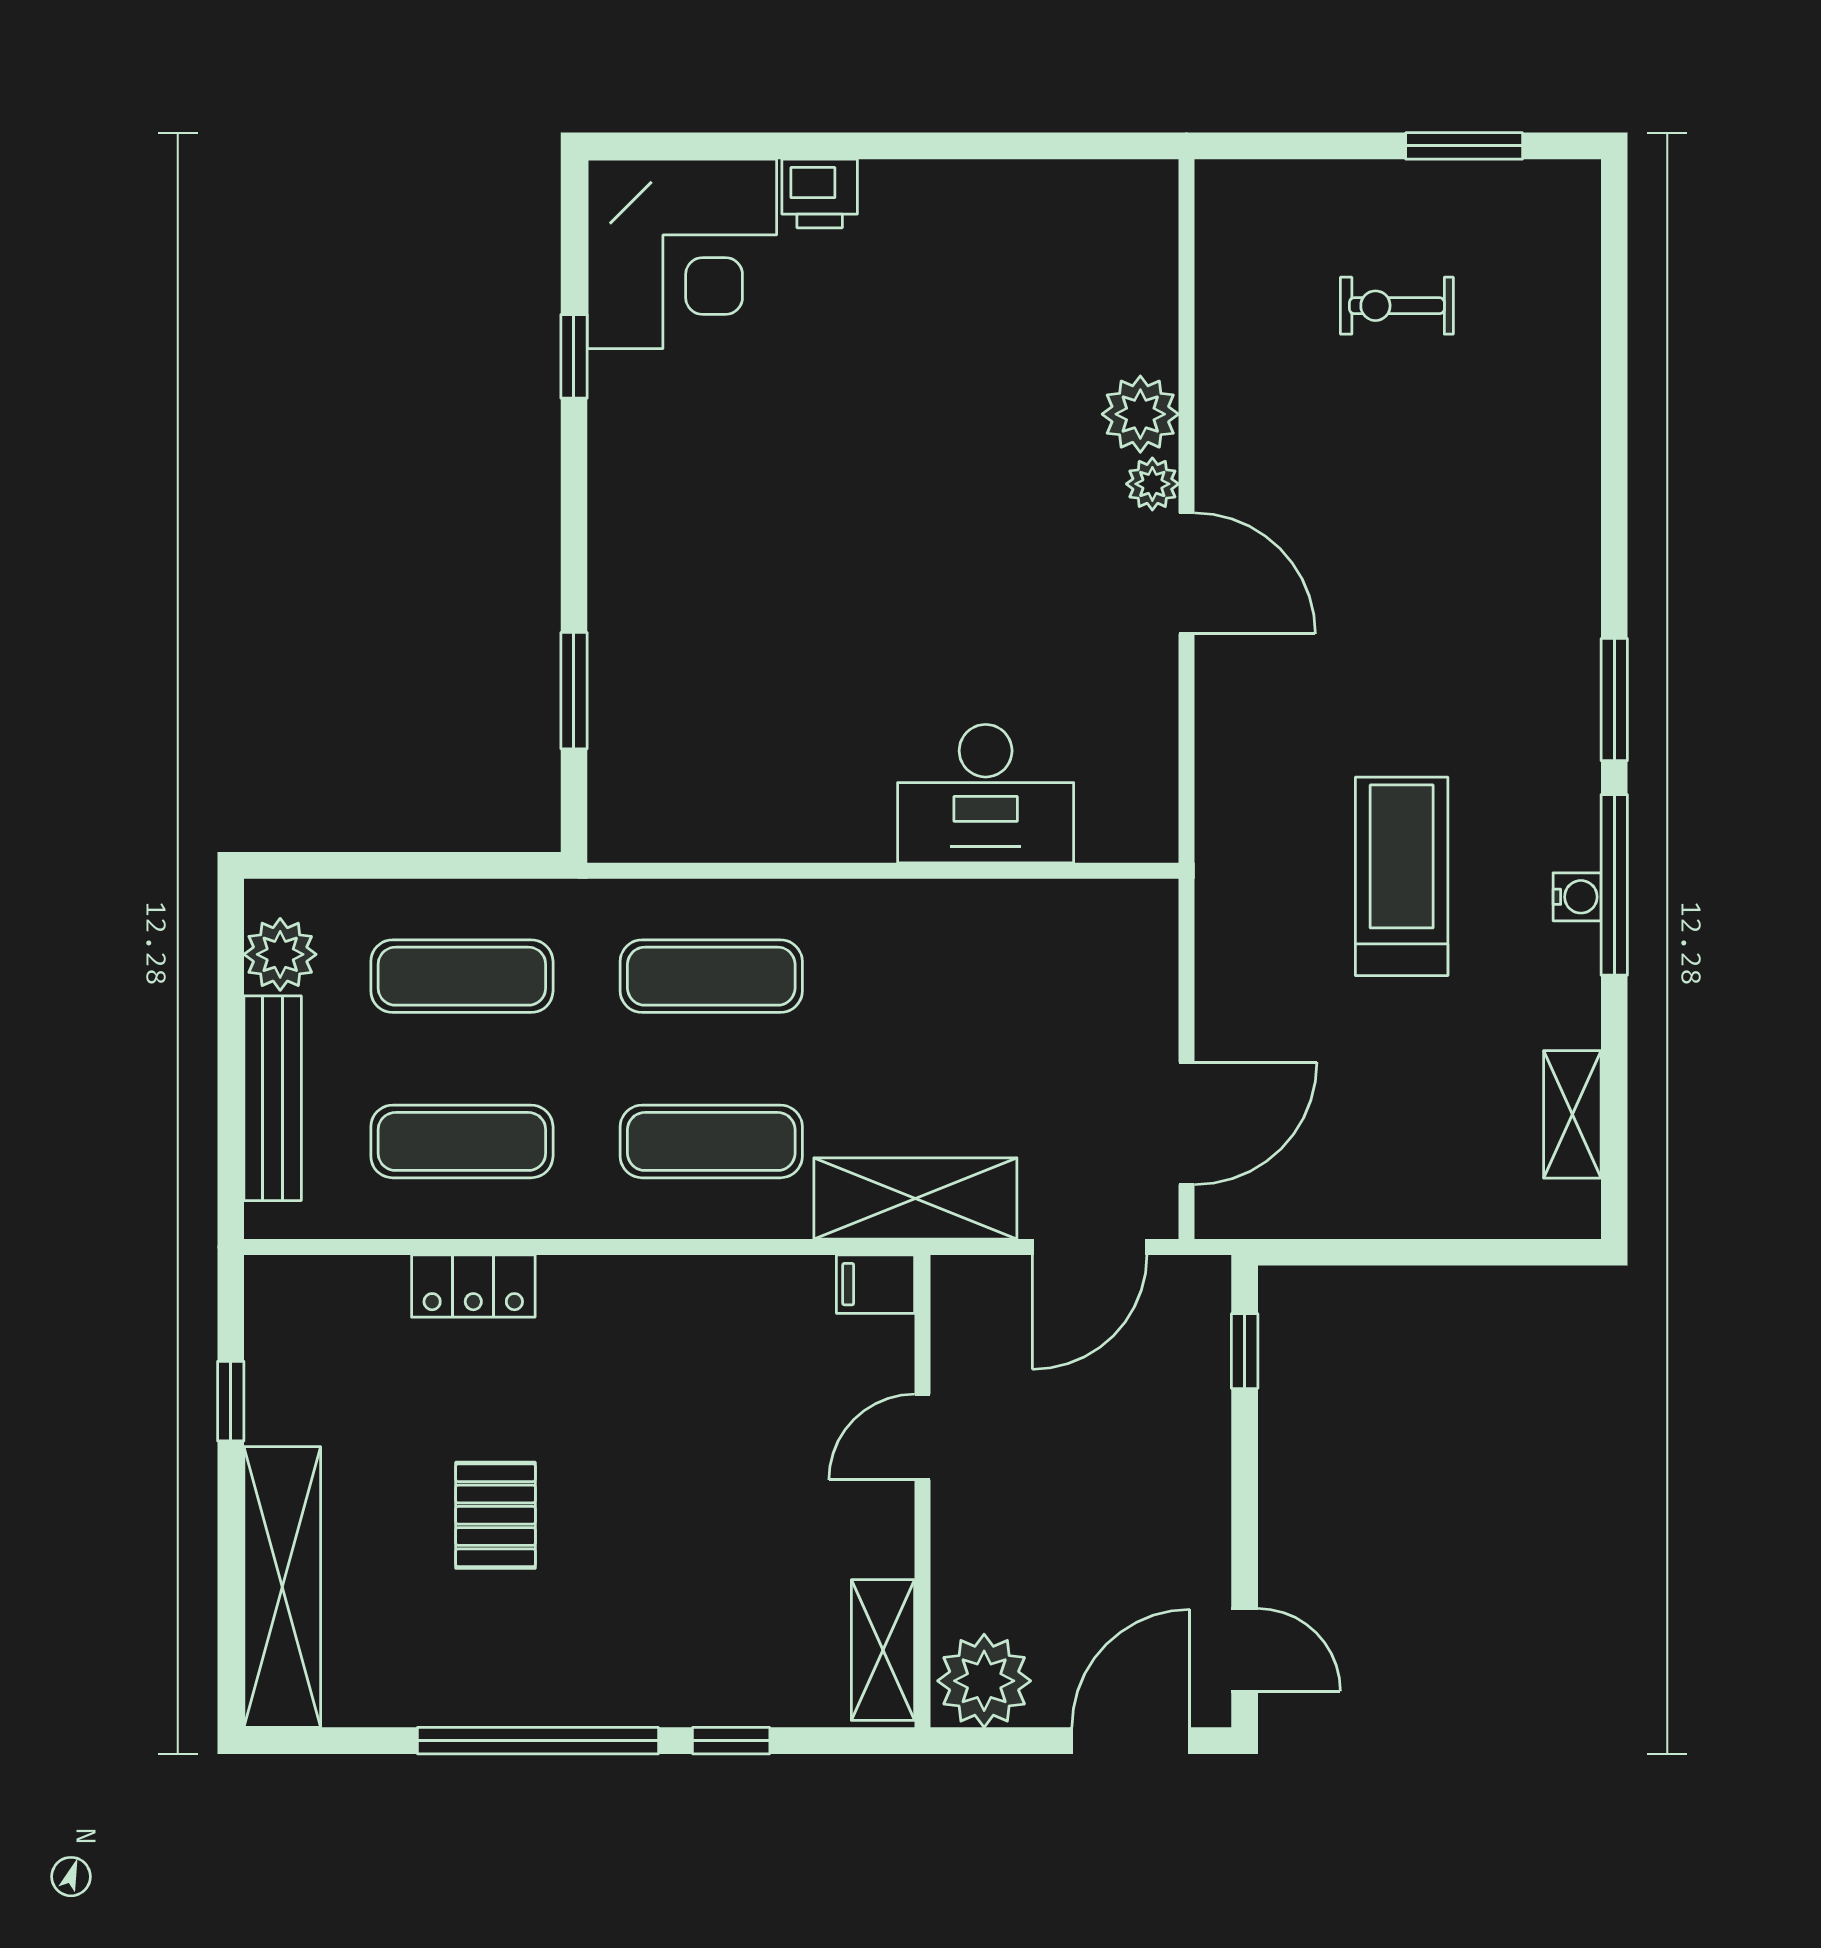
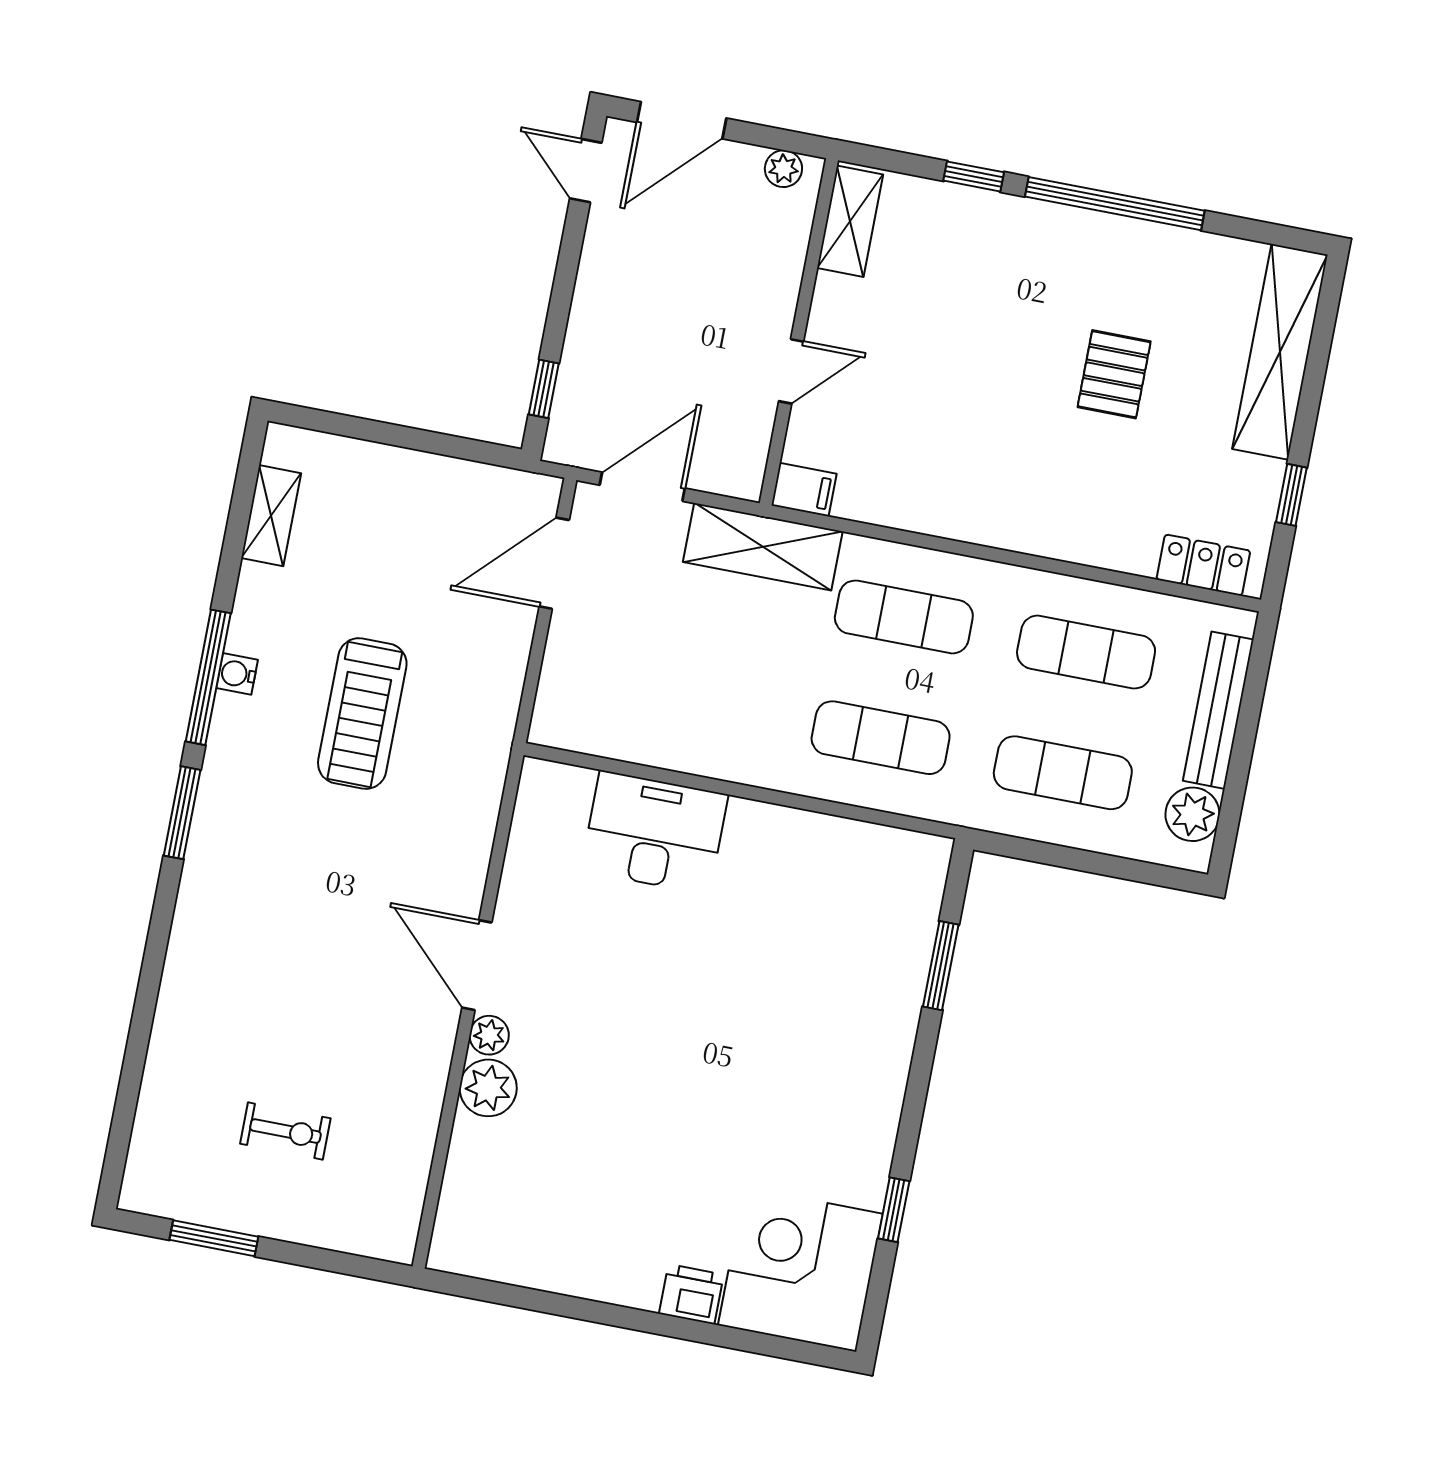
locker: (473, 1286) -> (1203, 565), moved
plant: (984, 1681) -> (783, 169), width x0.53, depth x0.53

